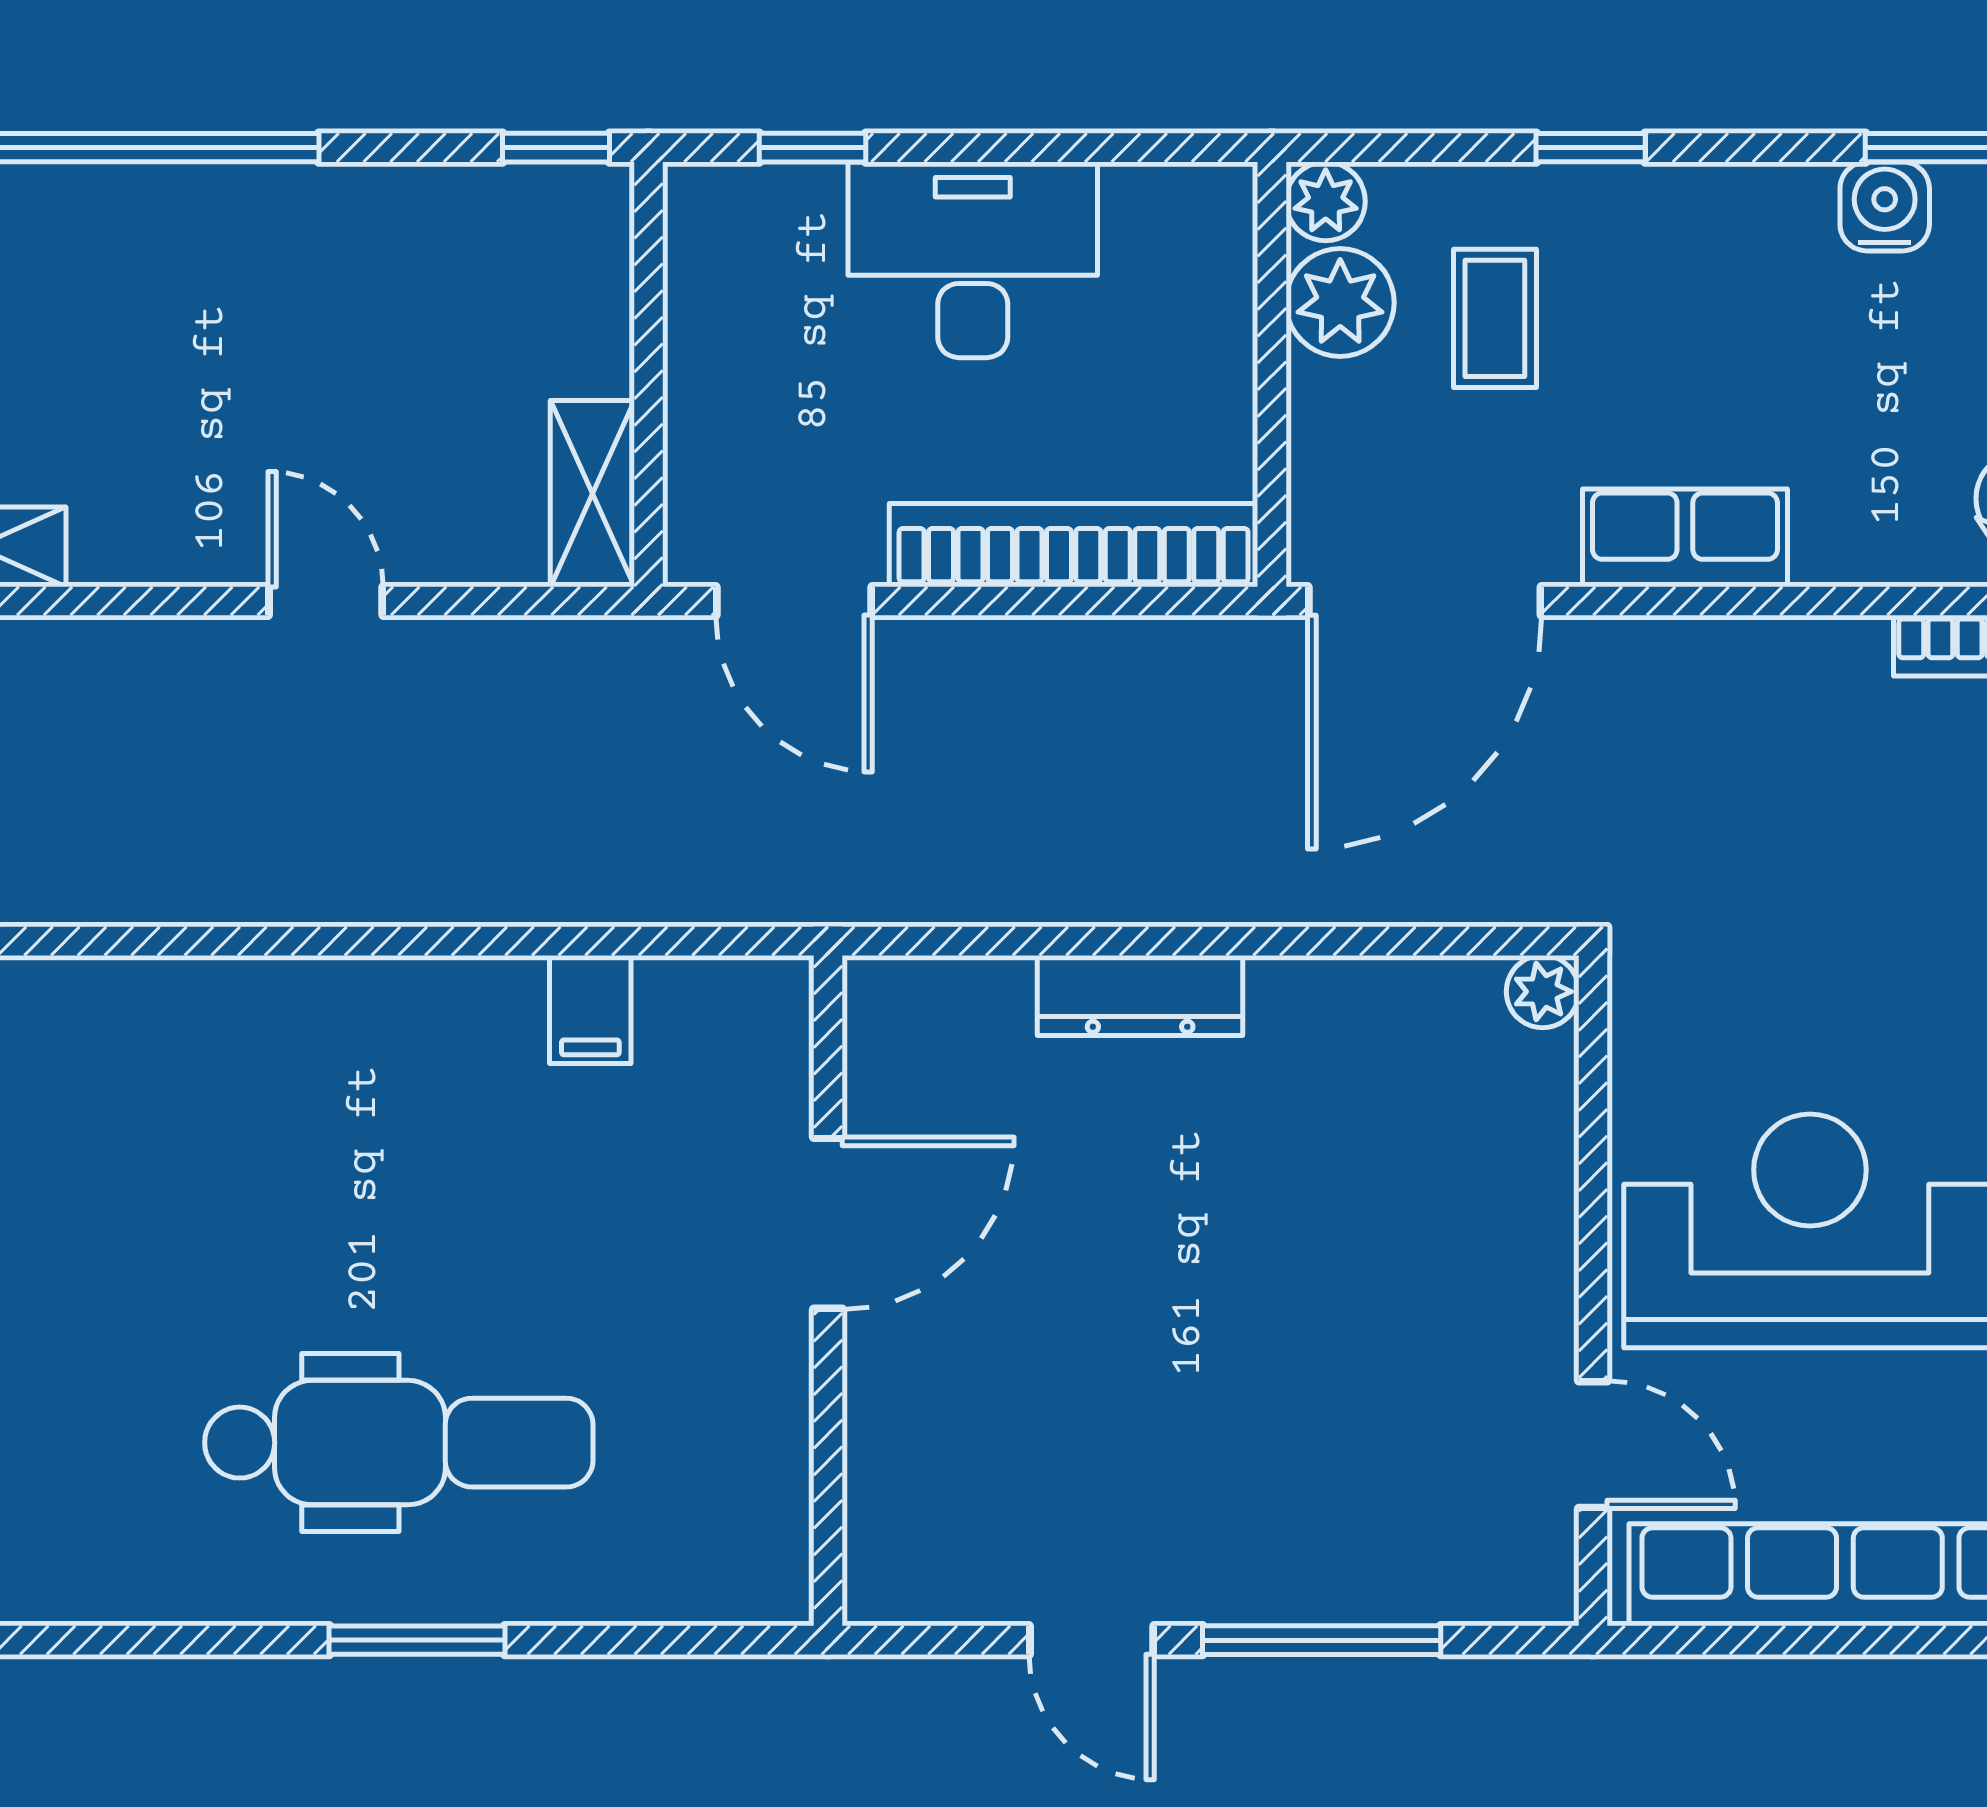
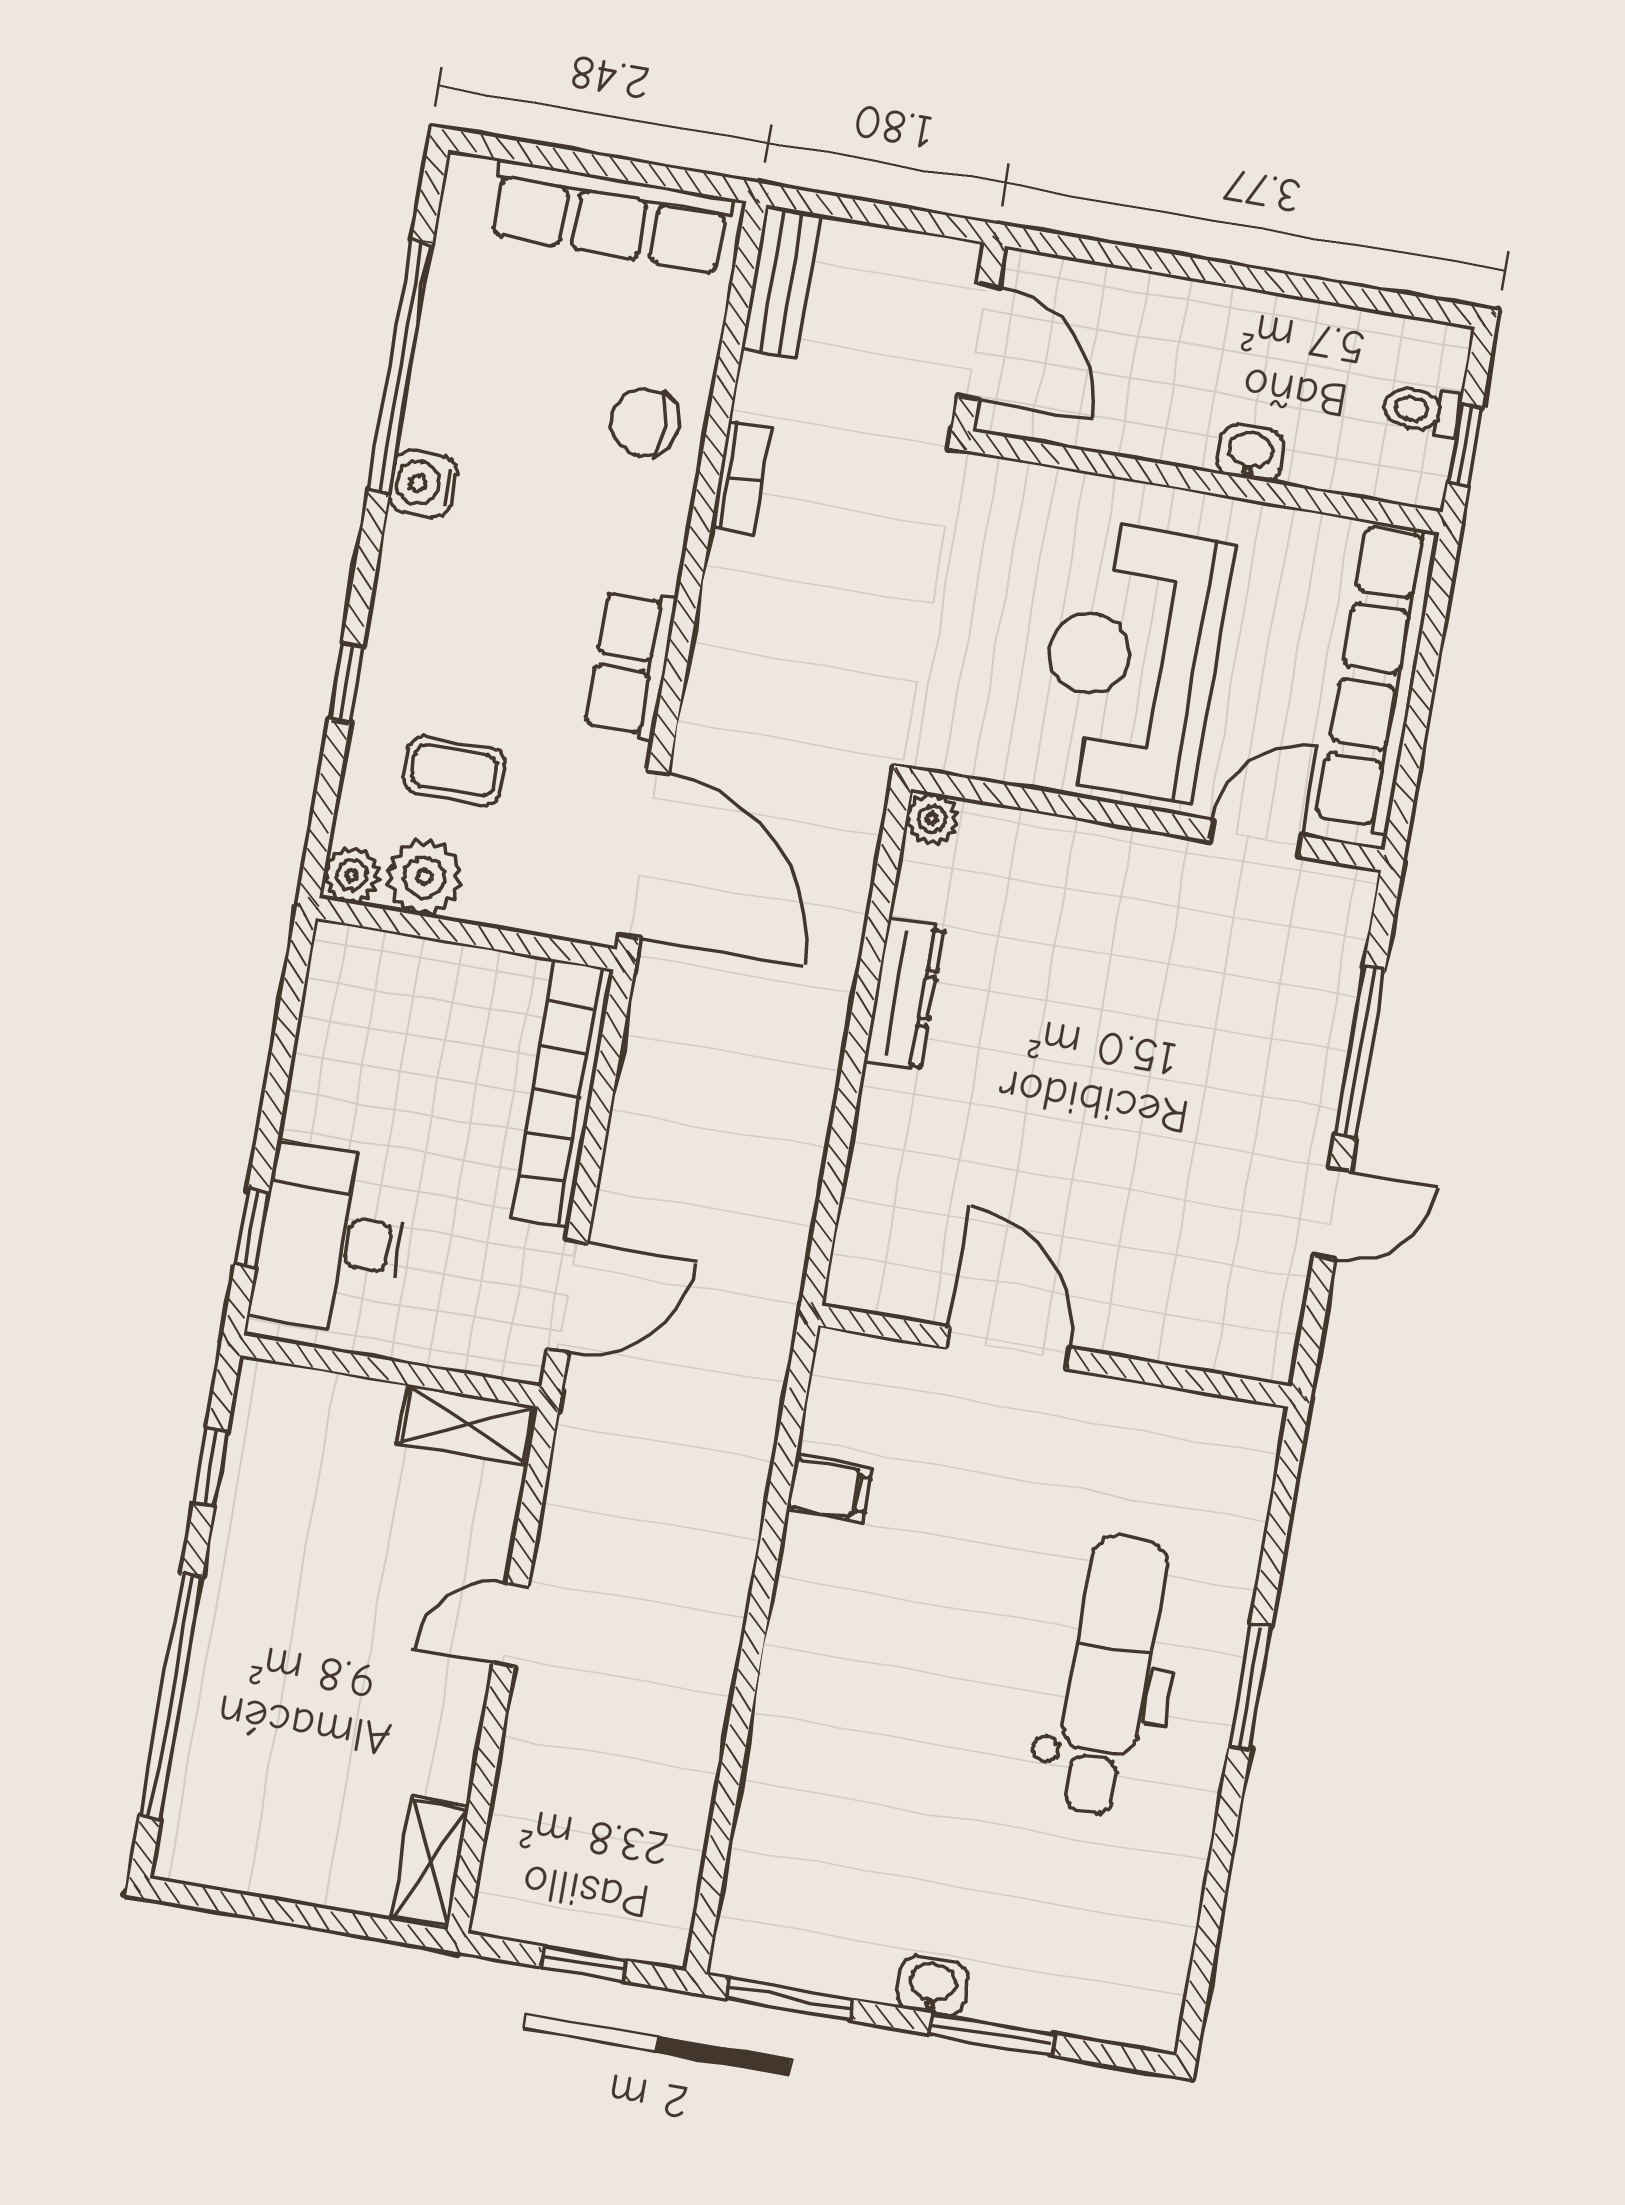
window: (556, 148) -> (210, 1467), moved
desk: (973, 260) -> (331, 1239), moved
dresser: (1140, 995) -> (904, 994), moved

